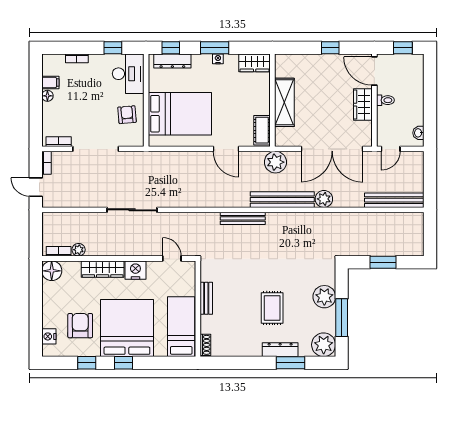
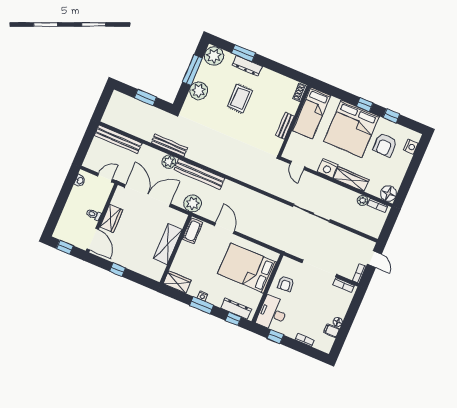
bench: (243, 218) -> (169, 145), moved

